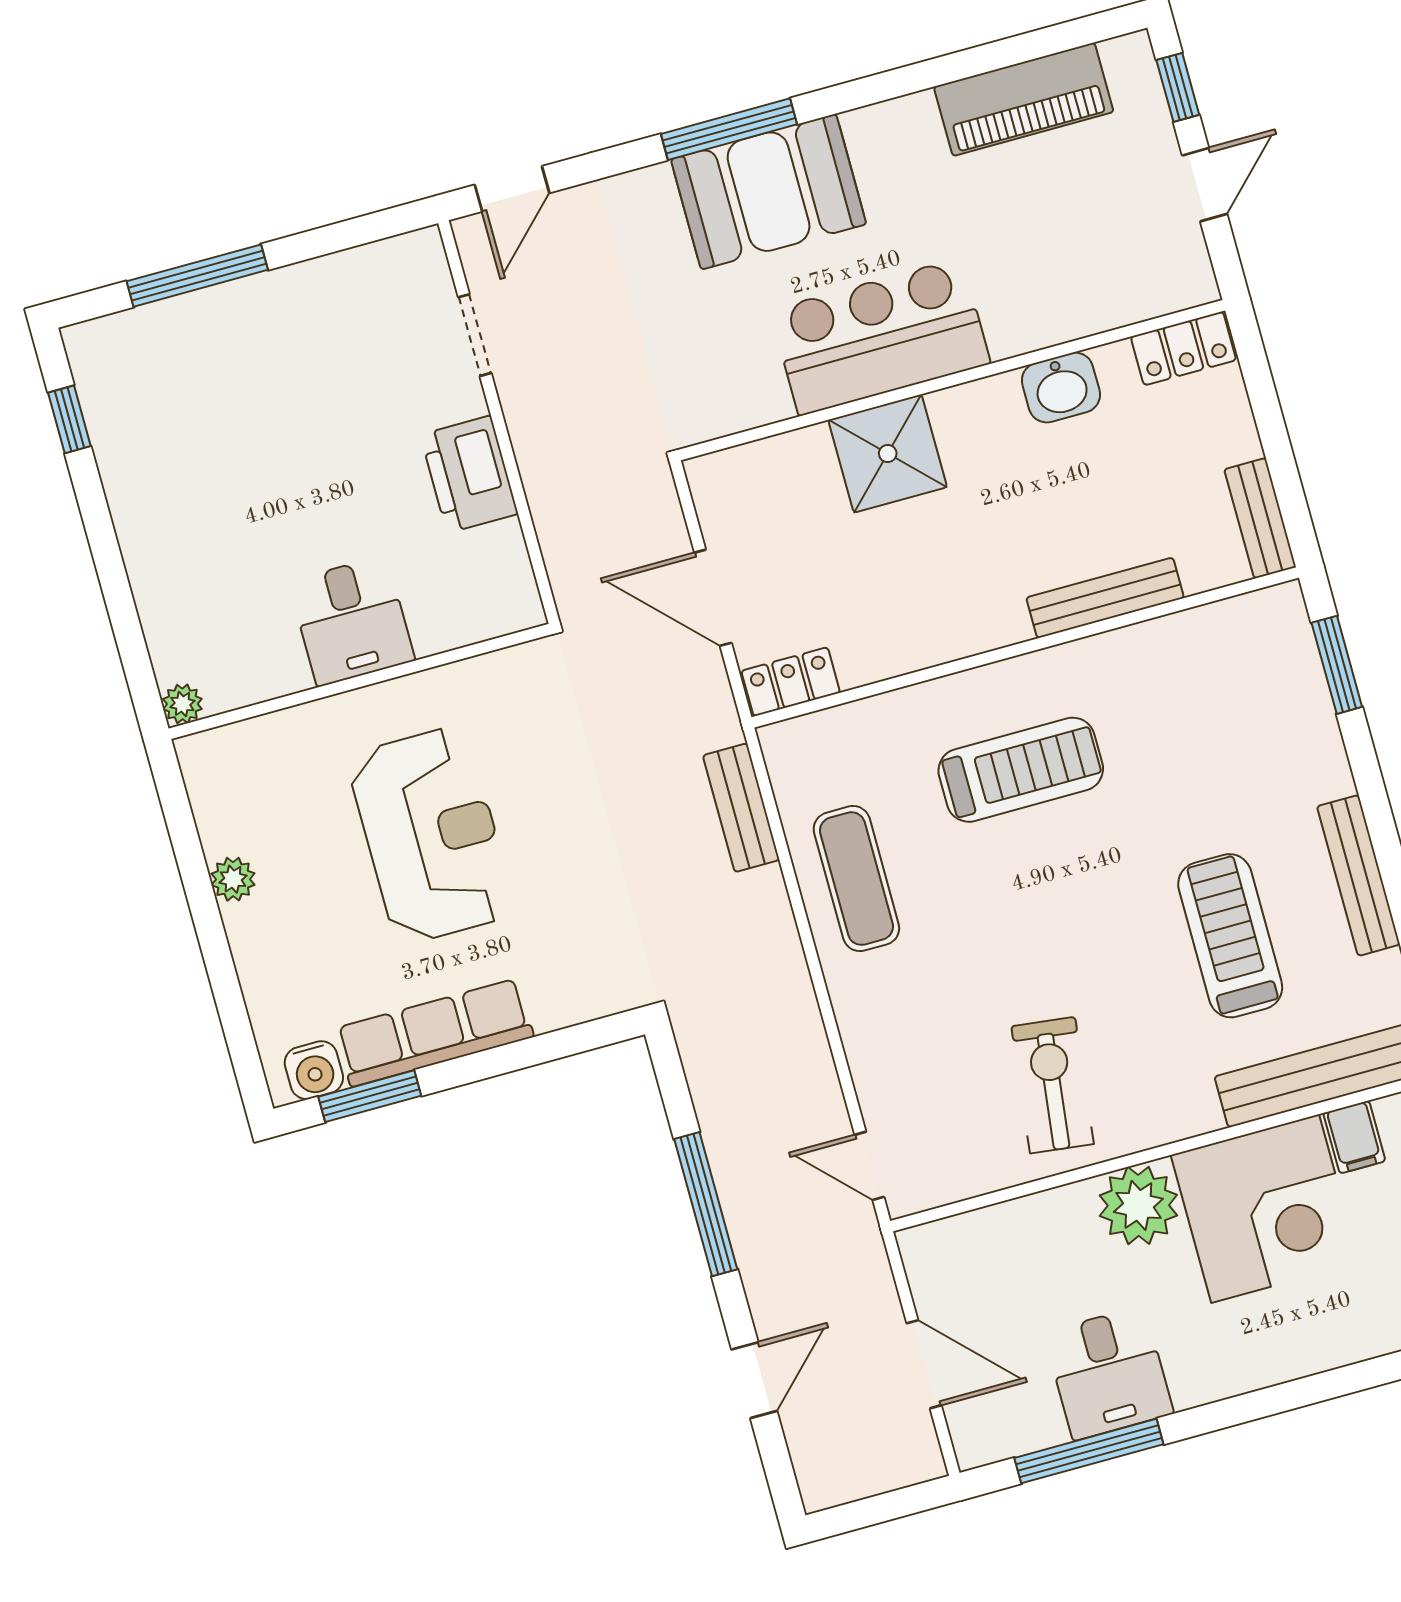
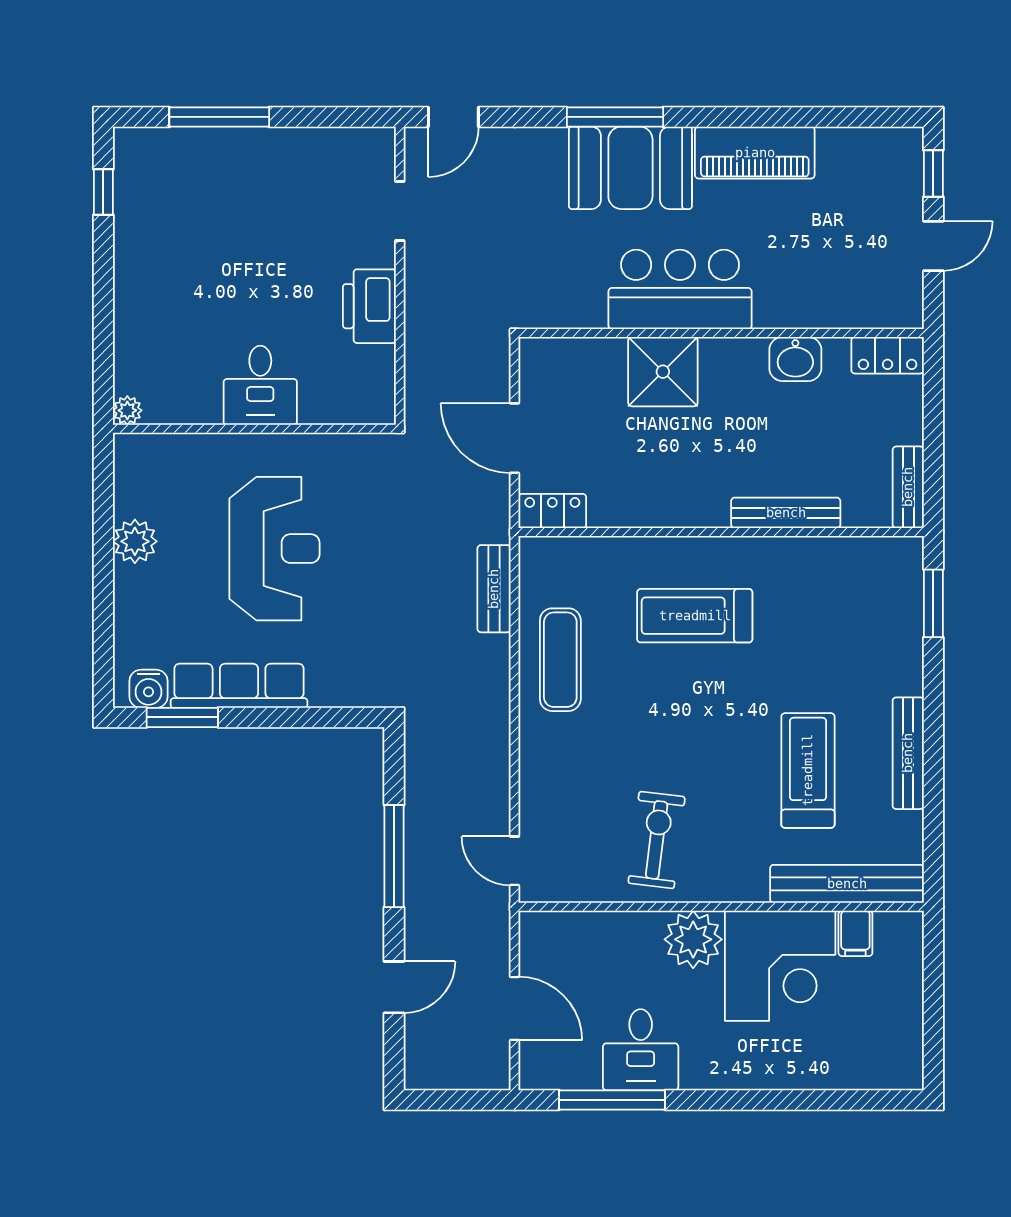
piano: (1024, 99) -> (755, 153), moved
treadmill: (1021, 770) -> (695, 616), turned 180
plant: (233, 879) -> (135, 541), width x1.38, depth x1.38

